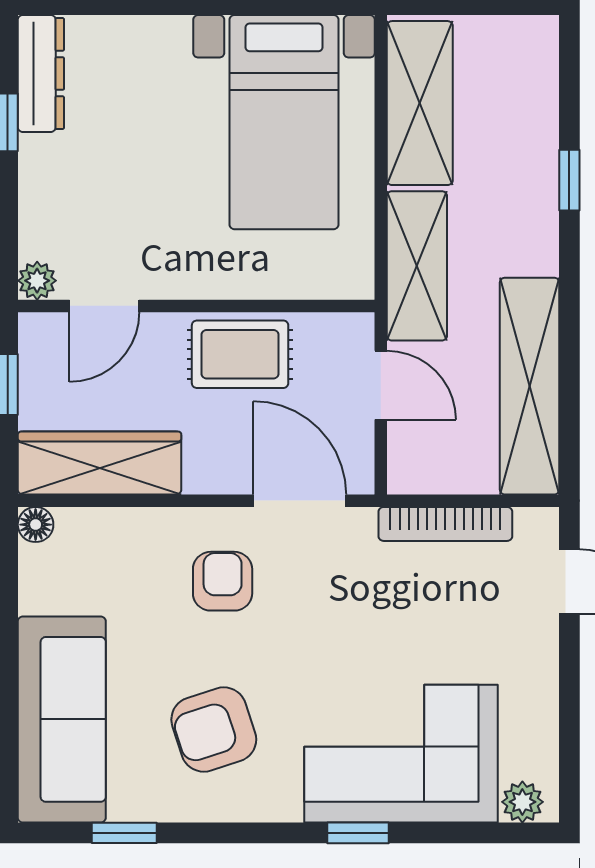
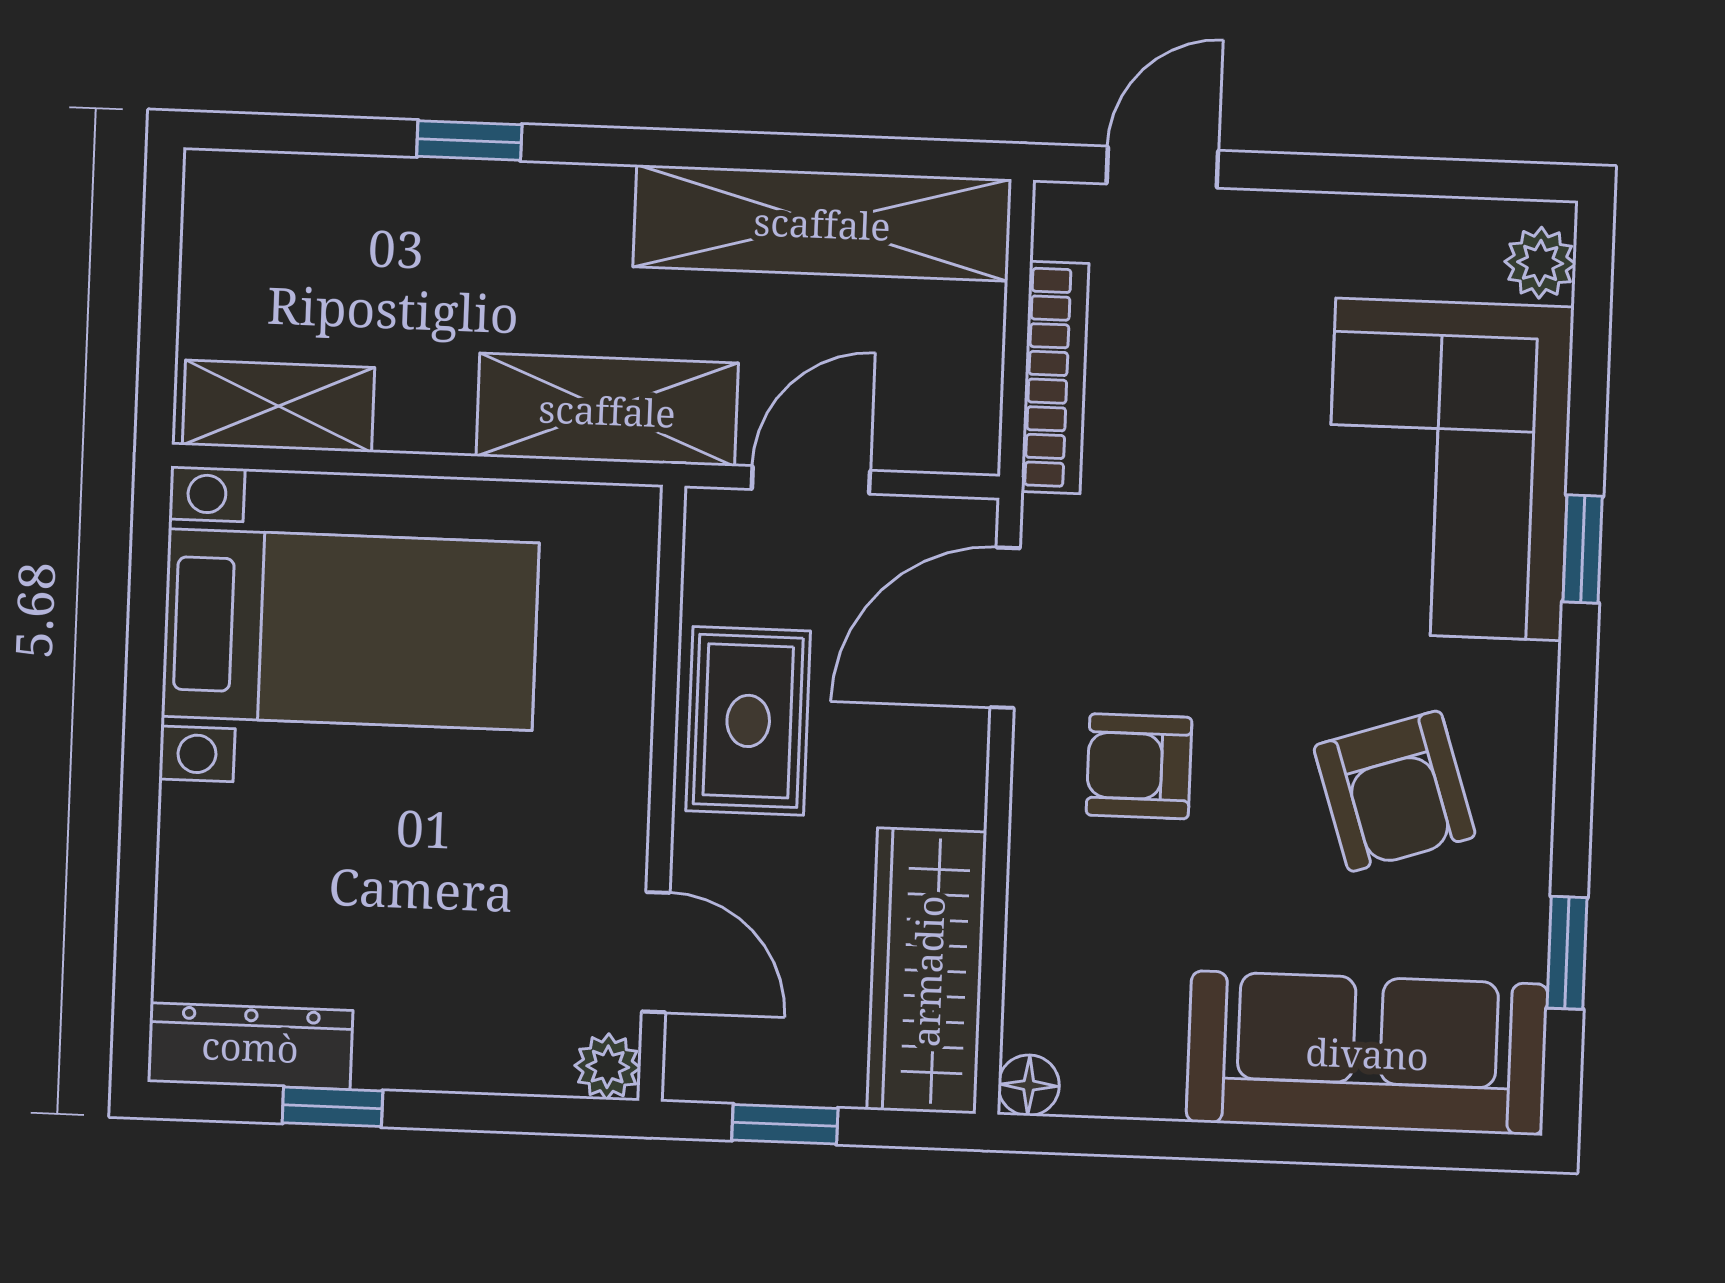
shelving: (420, 103) -> (279, 406), width x0.67, depth x0.75

